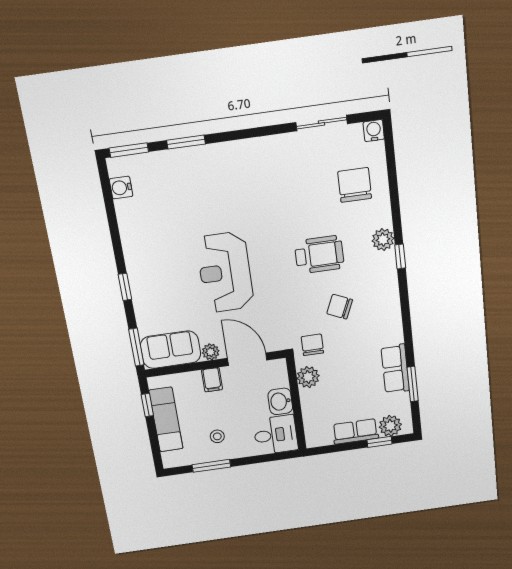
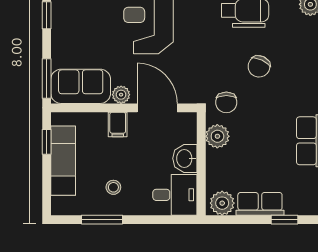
chair: (340, 307) -> (259, 66), turned -89
chair: (312, 345) -> (226, 102), turned 180
plant: (390, 426) -> (222, 203), moved

